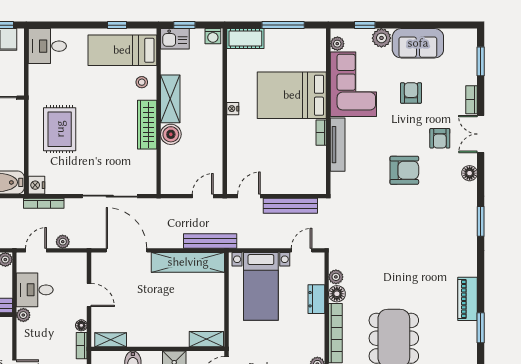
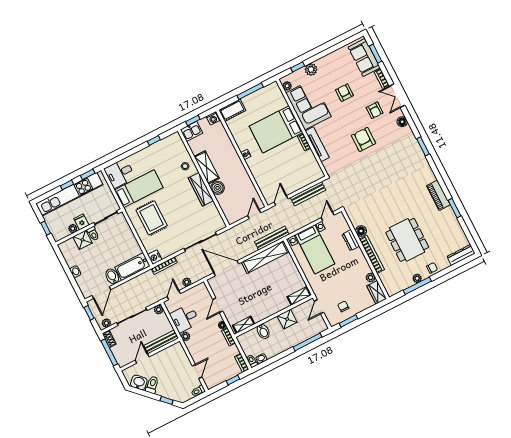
sofa: (418, 43) -> (364, 57), moved, turned 90
bed: (122, 50) -> (139, 189), moved, turned 180
armchair: (404, 170) -> (363, 139), turned -90
plant: (336, 277) -> (355, 222), removed
door: (89, 295) -> (218, 305), swing flipped

